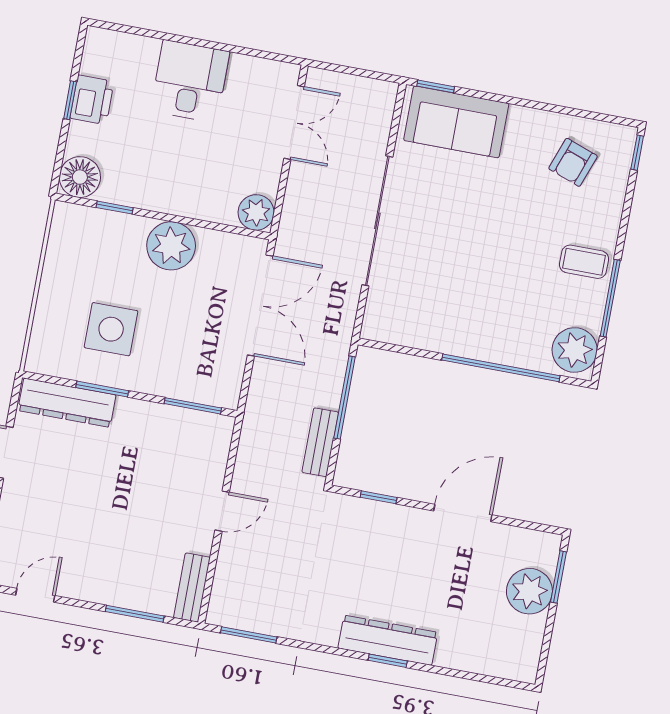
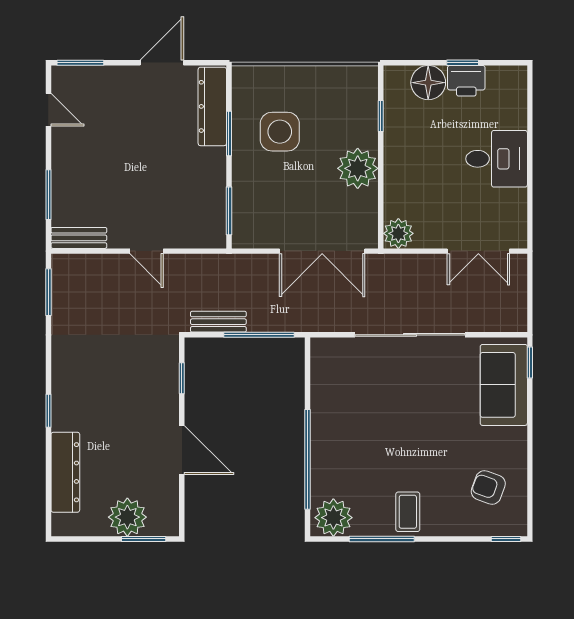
floor lamp: (80, 177) -> (428, 83), moved
dresser: (388, 640) -> (65, 472), moved

